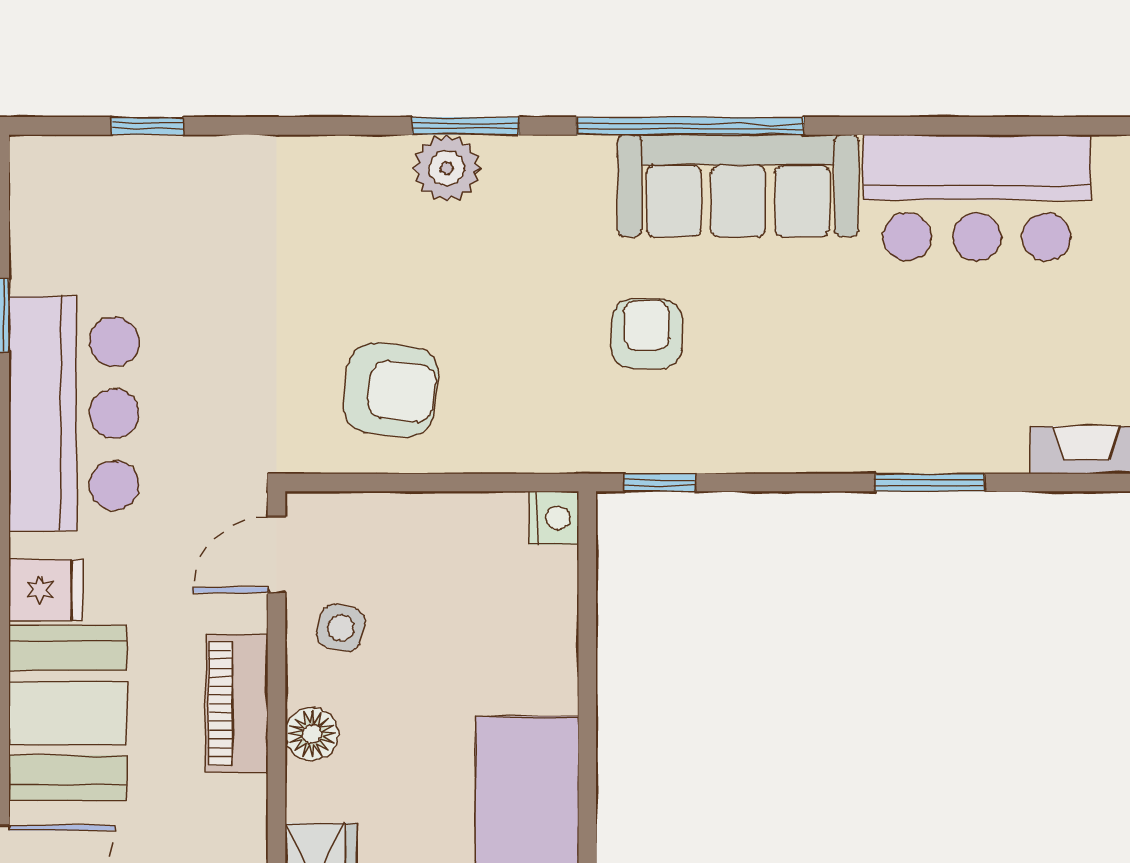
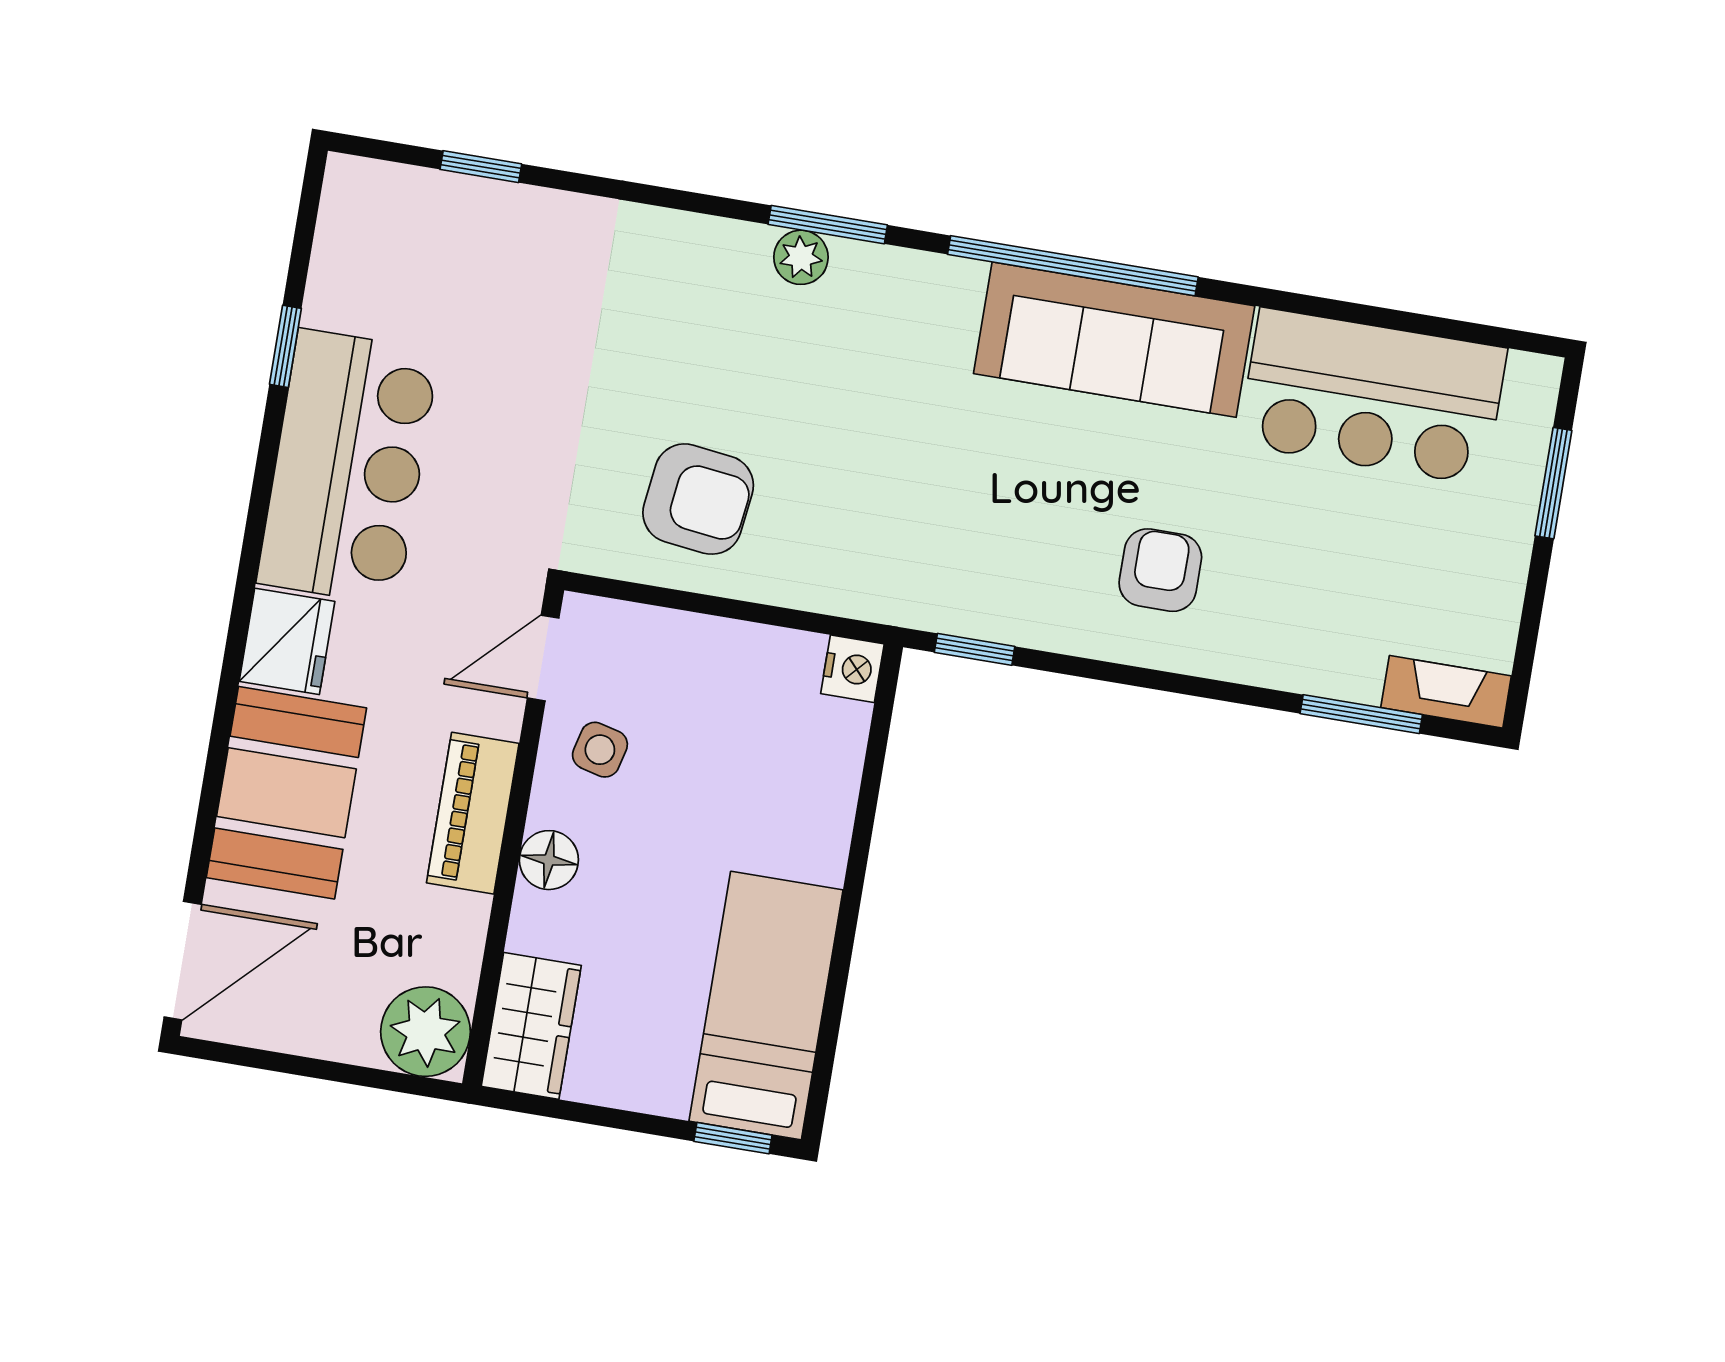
plant: (447, 168) -> (801, 257), width x0.73, depth x0.73
armchair: (646, 334) -> (1160, 570), moved
window: (930, 483) -> (1361, 714), moved
fridge: (46, 590) -> (287, 641), width x1.38

